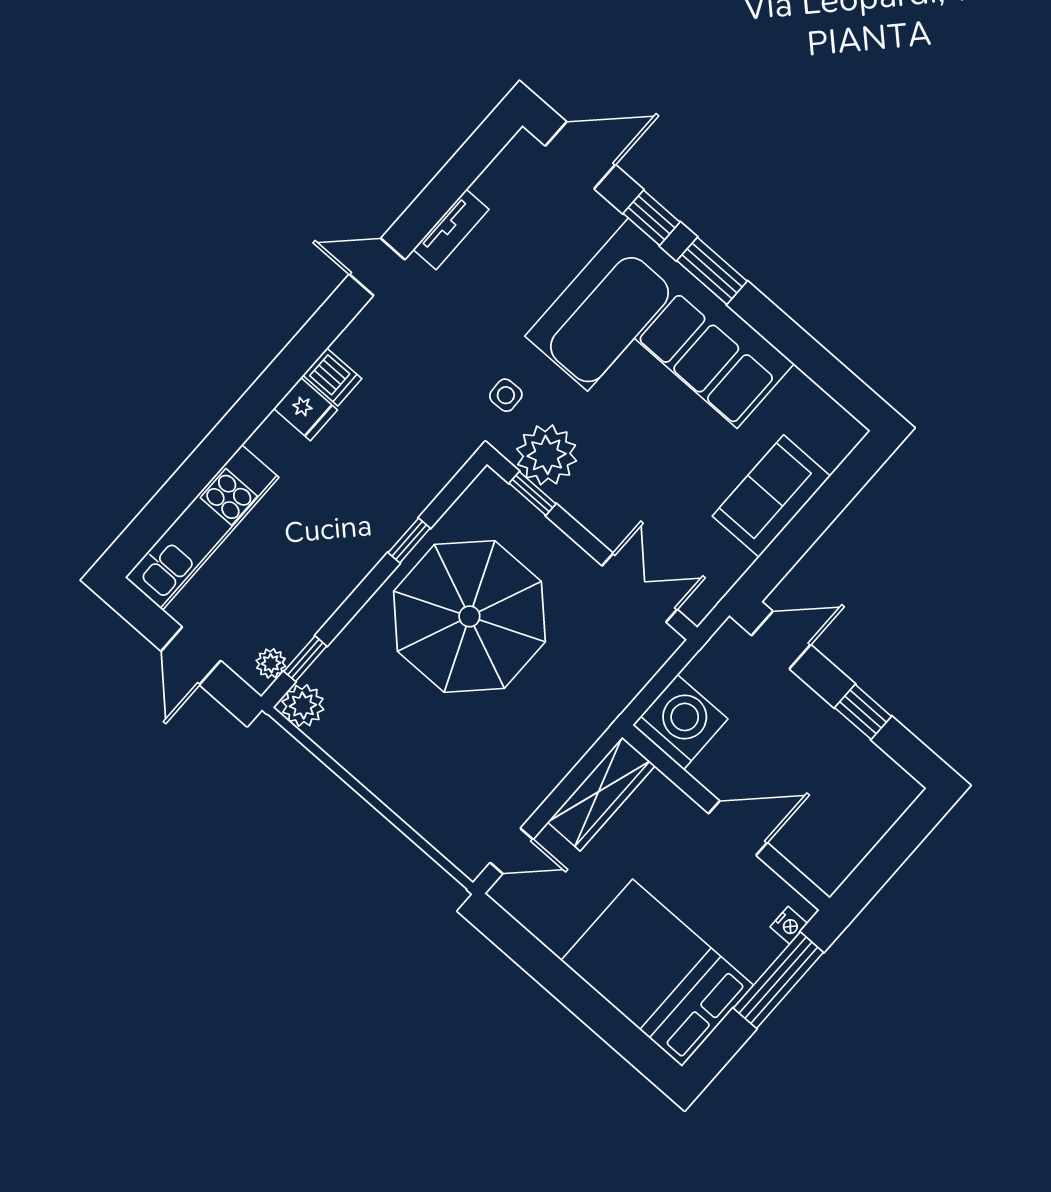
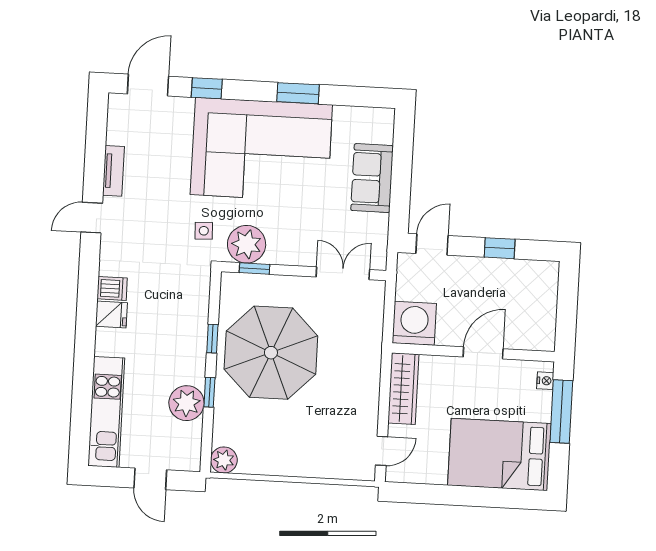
window: (712, 271) -> (298, 93), moved
window: (305, 659) -> (209, 392), moved
plant: (271, 663) -> (187, 403), moved, width x1.88, depth x1.88

